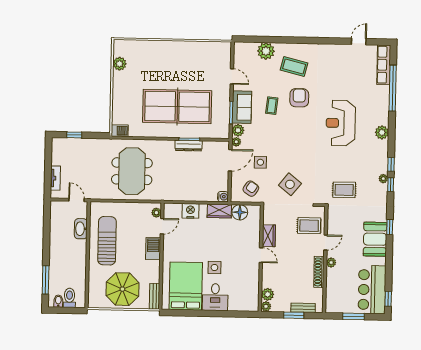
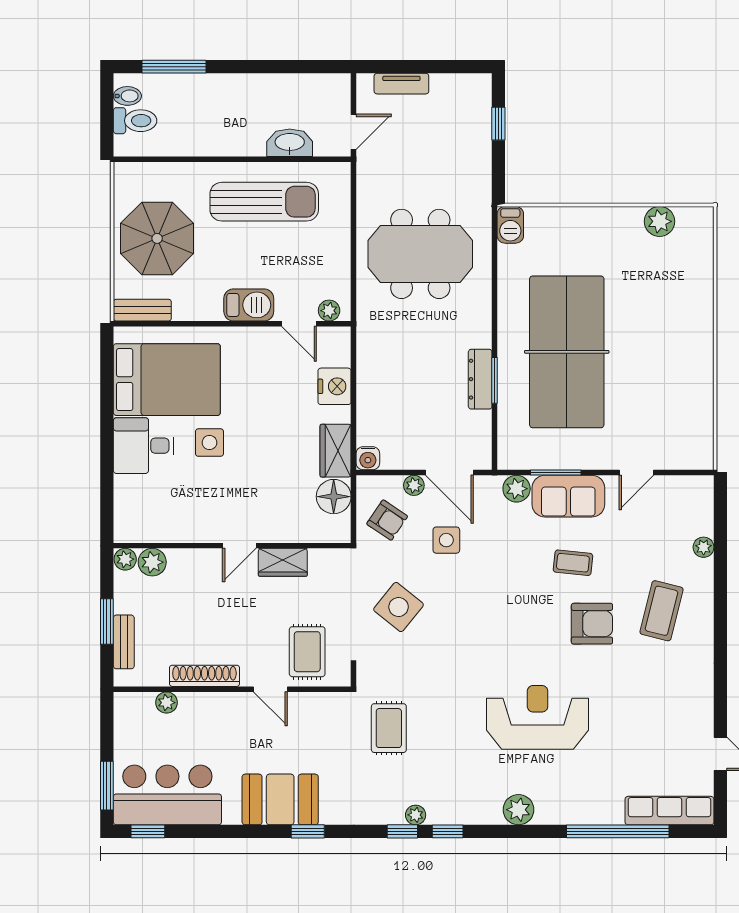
plant: (266, 51) -> (704, 547), width x0.53, depth x0.53
plant: (236, 142) -> (414, 485), moved
plant: (331, 263) -> (166, 703), moved
window: (354, 316) -> (107, 786), moved

